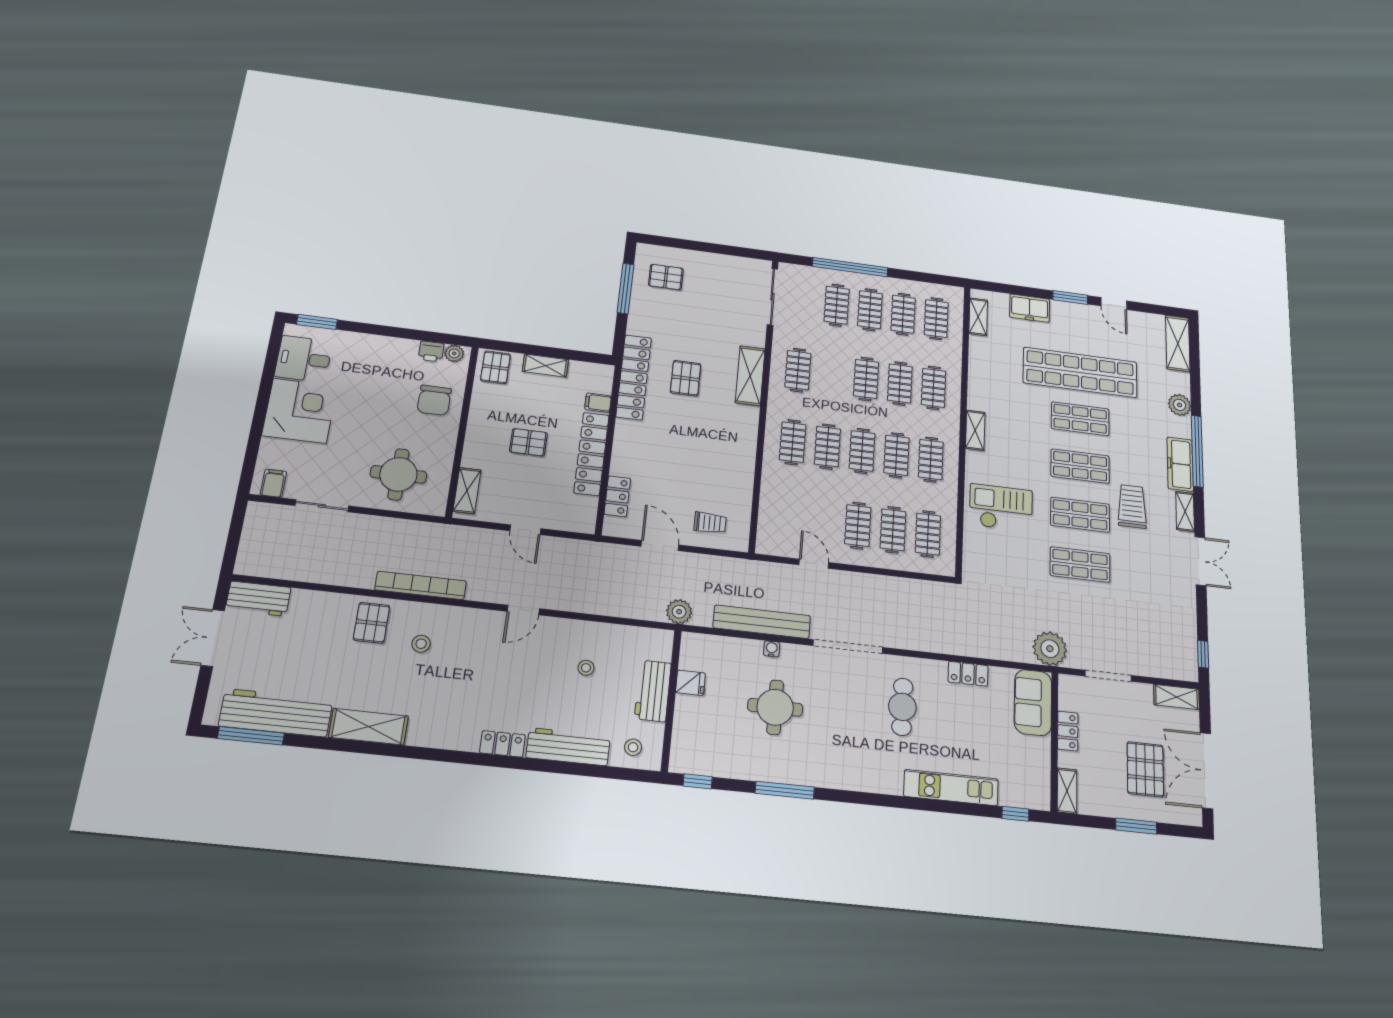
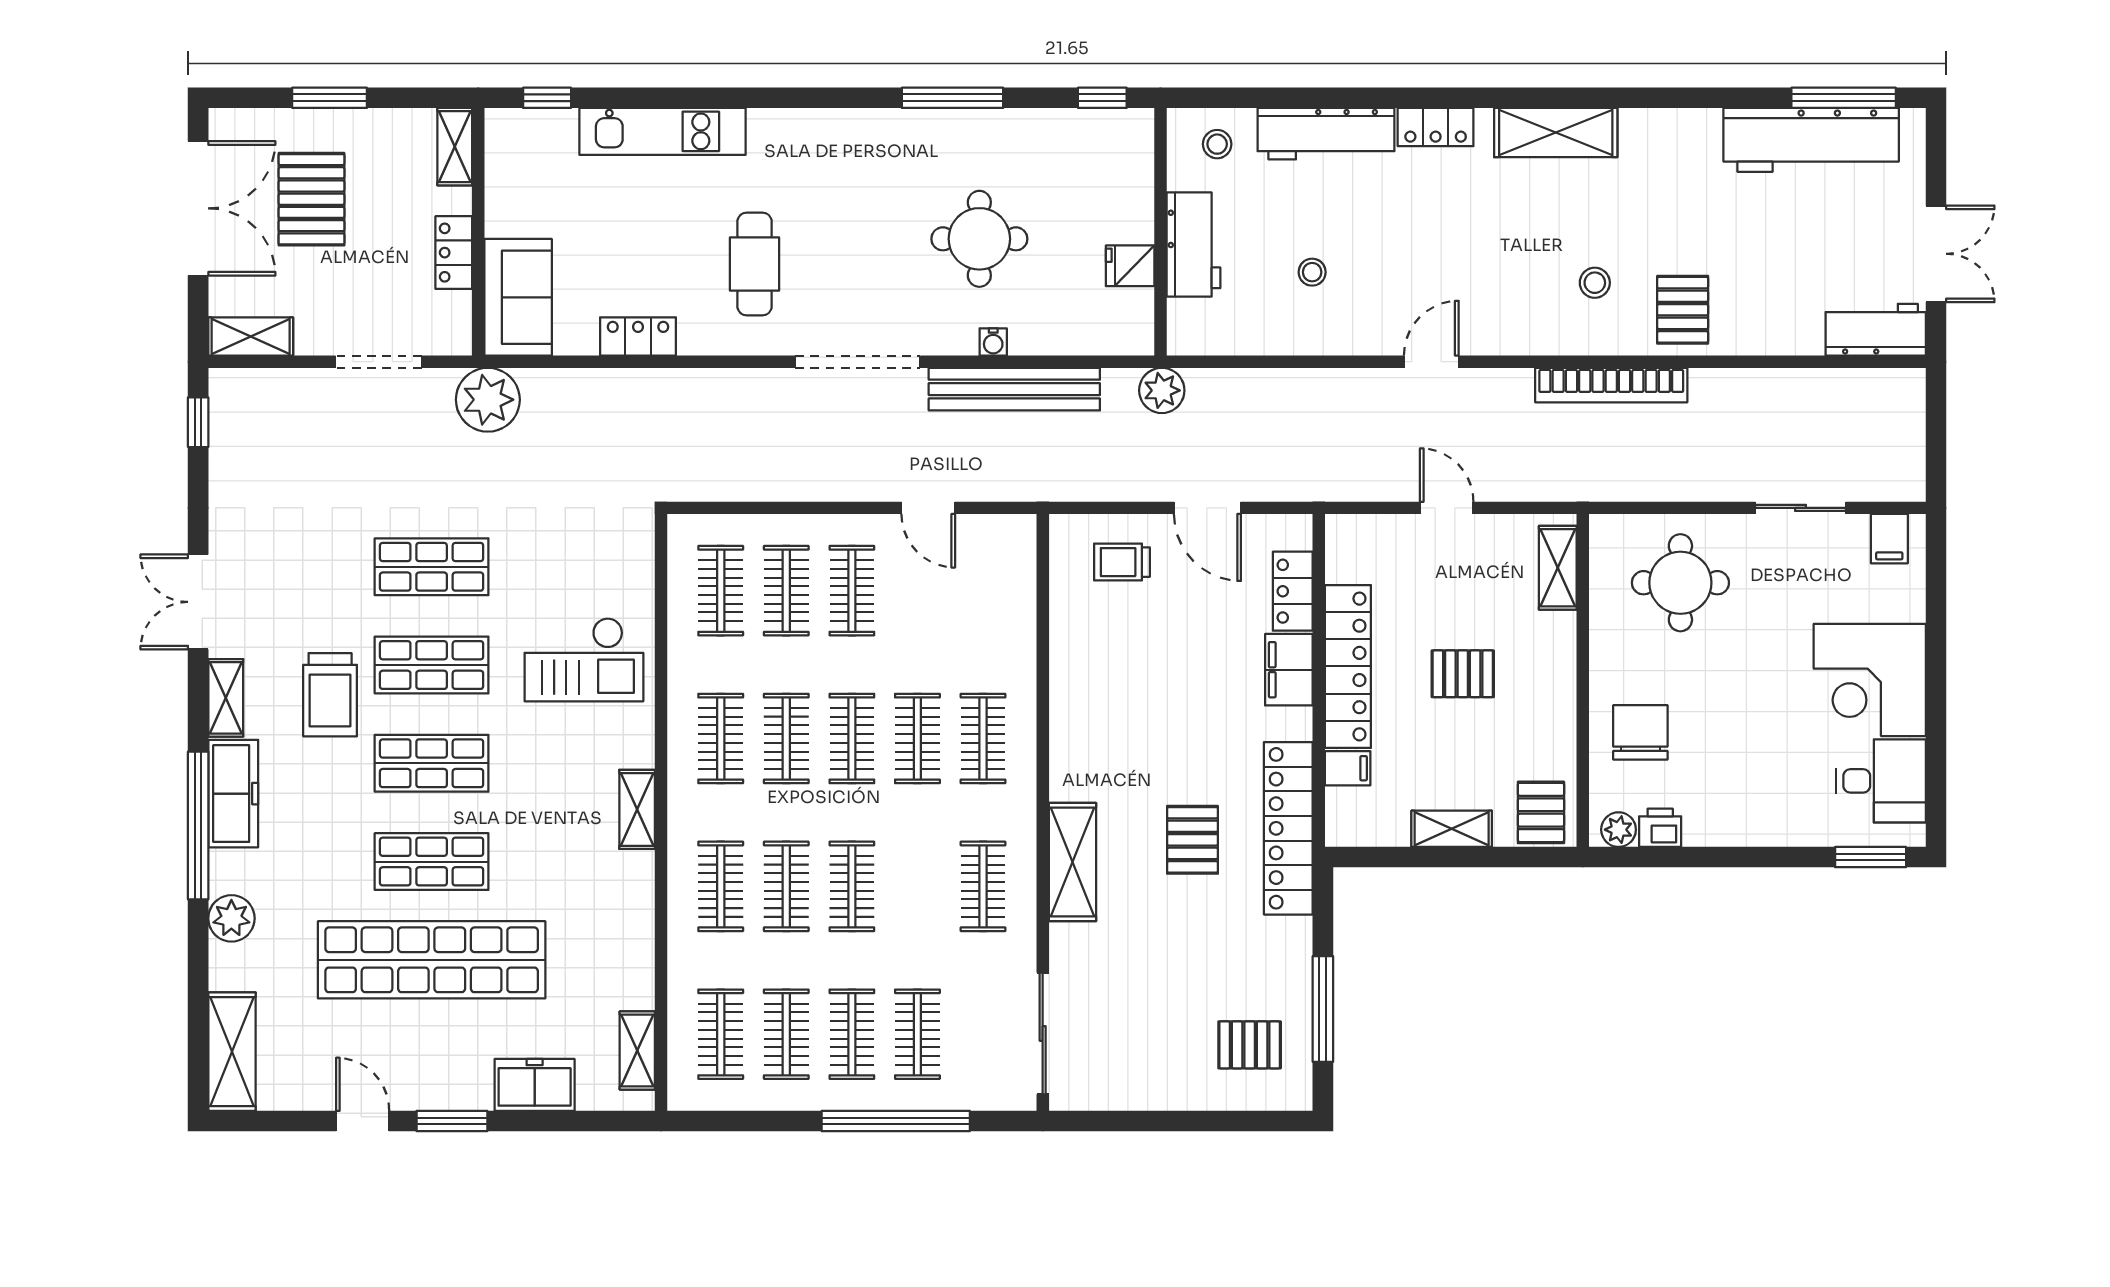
filing cabinet: (624, 456) -> (1289, 670), added
shelving: (368, 727) -> (1556, 133), moved

